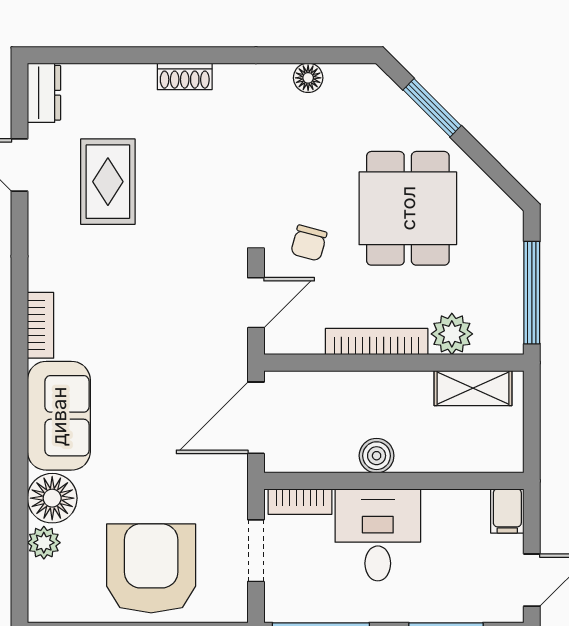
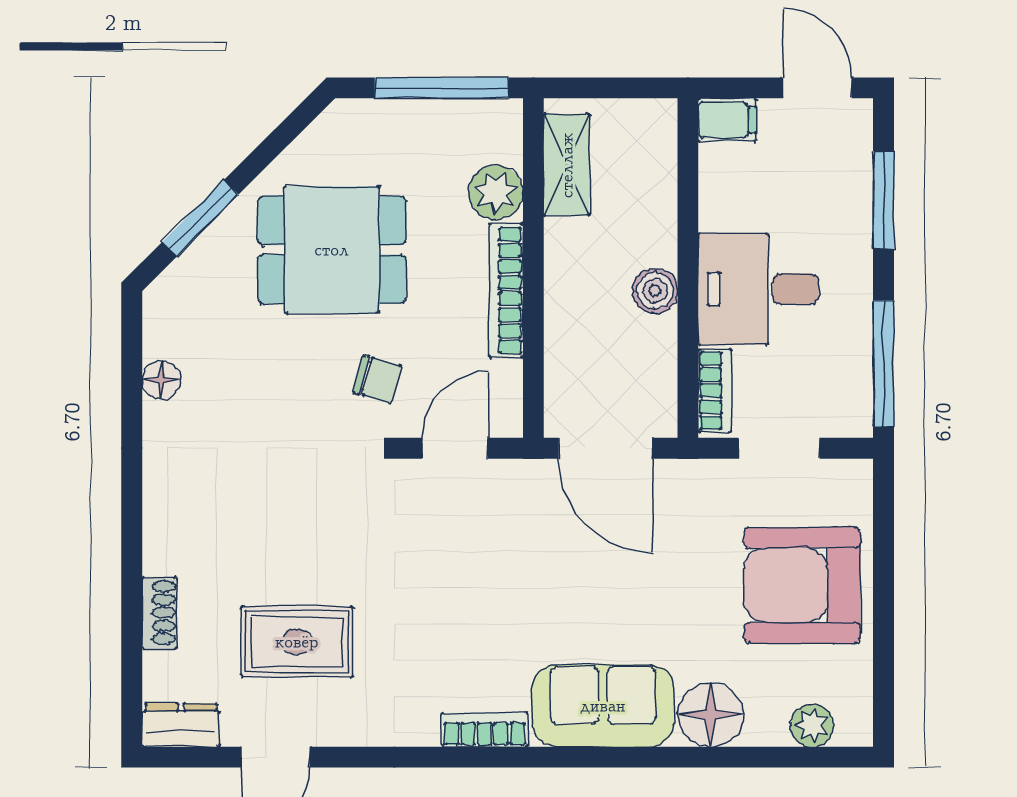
shoe rack: (185, 76) -> (159, 613), moved
door: (256, 303) -> (455, 448), hinge flipped
plant: (44, 543) -> (812, 725), moved

